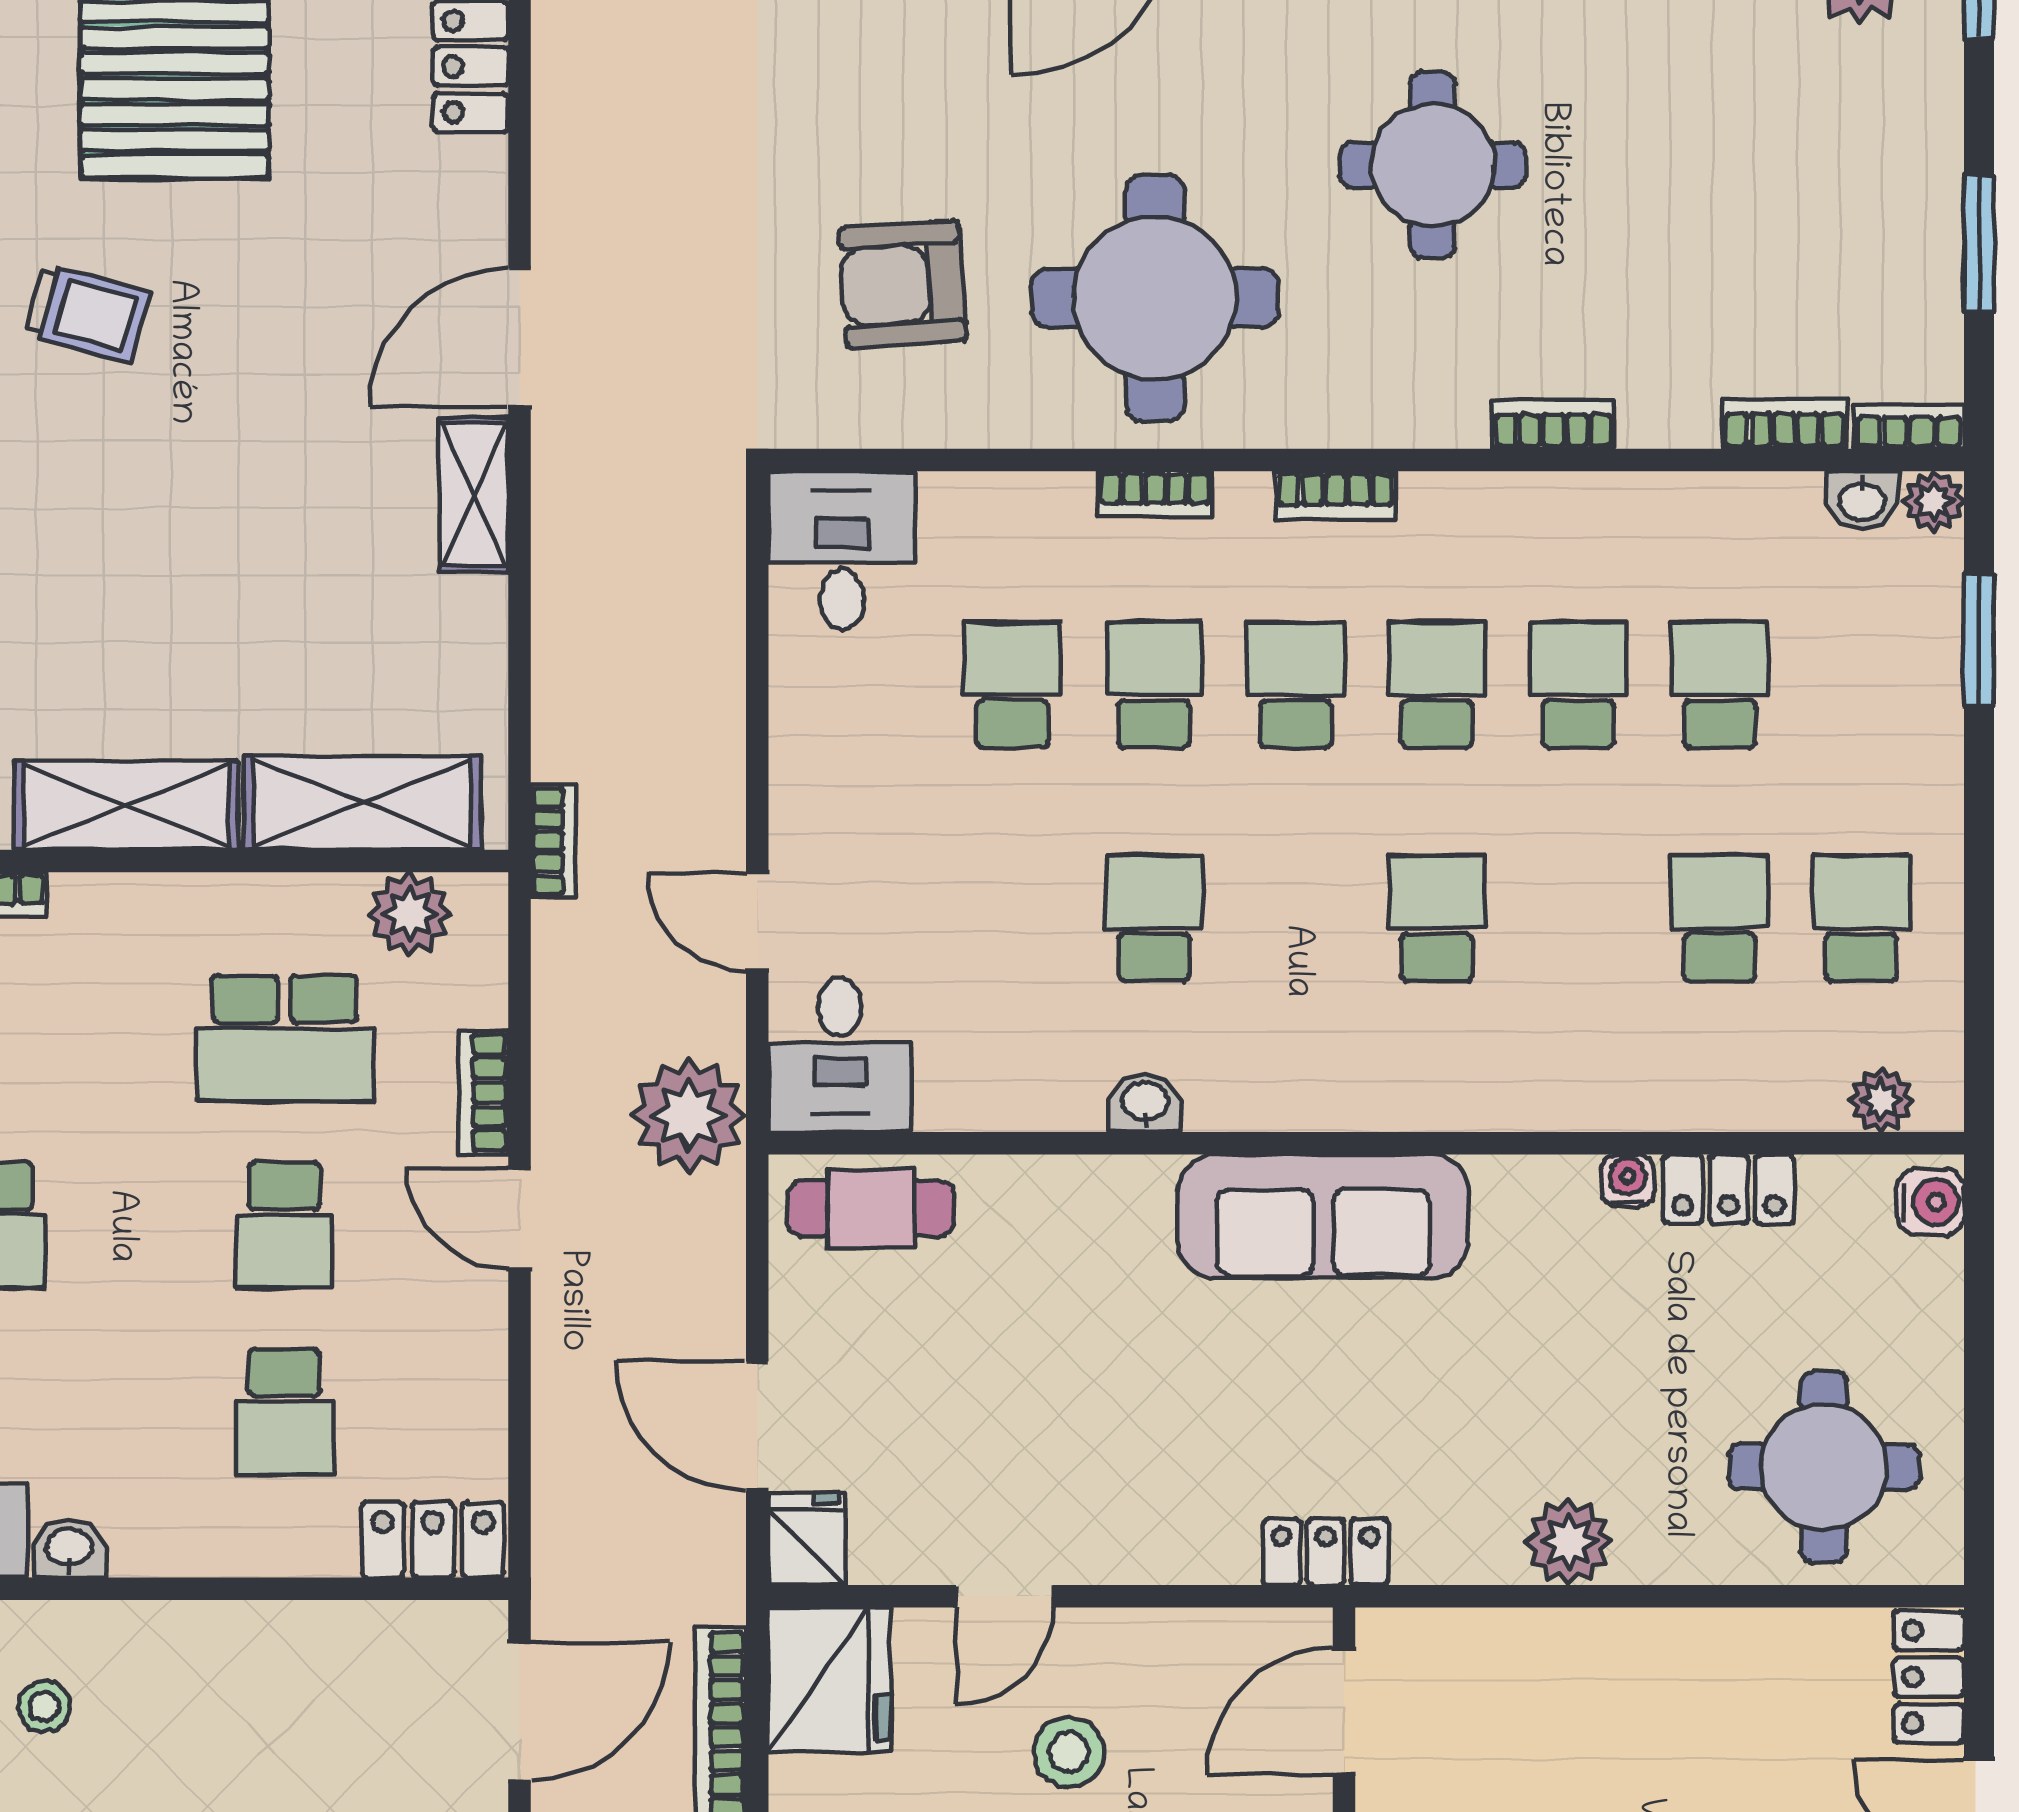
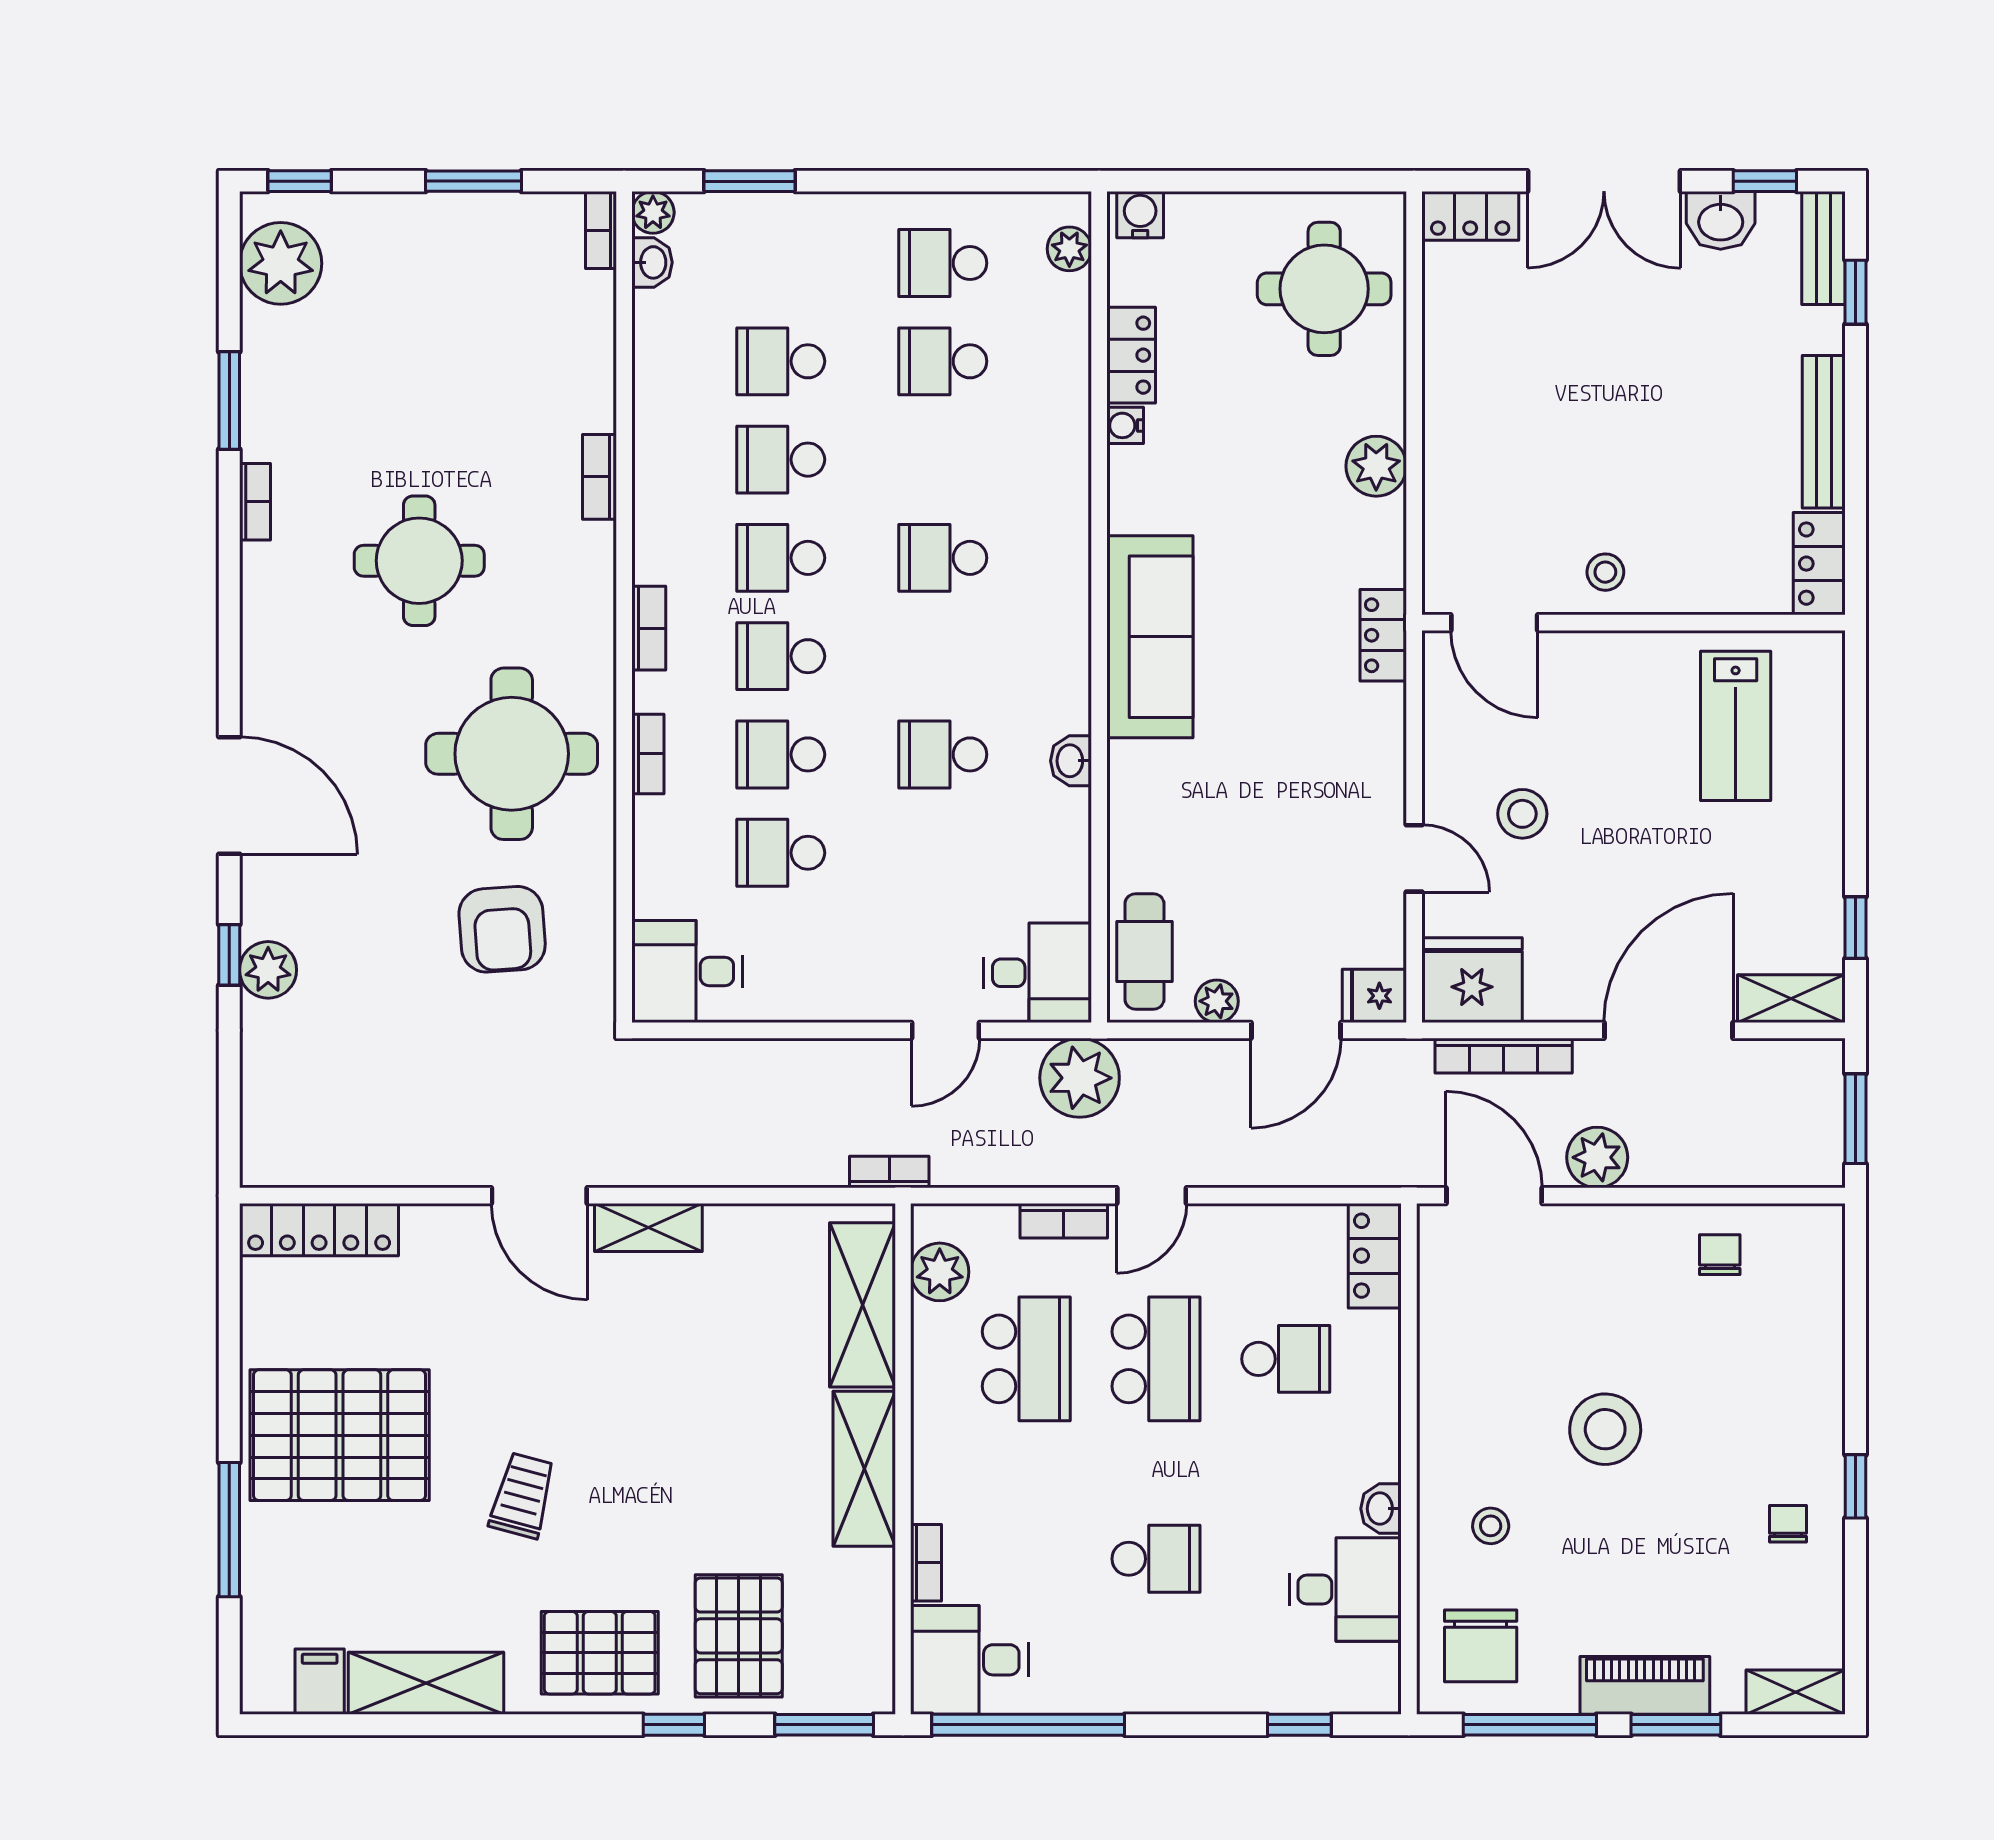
bookcase: (1785, 424) -> (599, 316), removed
school desk: (284, 1225) -> (1156, 1359), width x1.85
plant: (799, 1312) -> (1217, 1001), added

